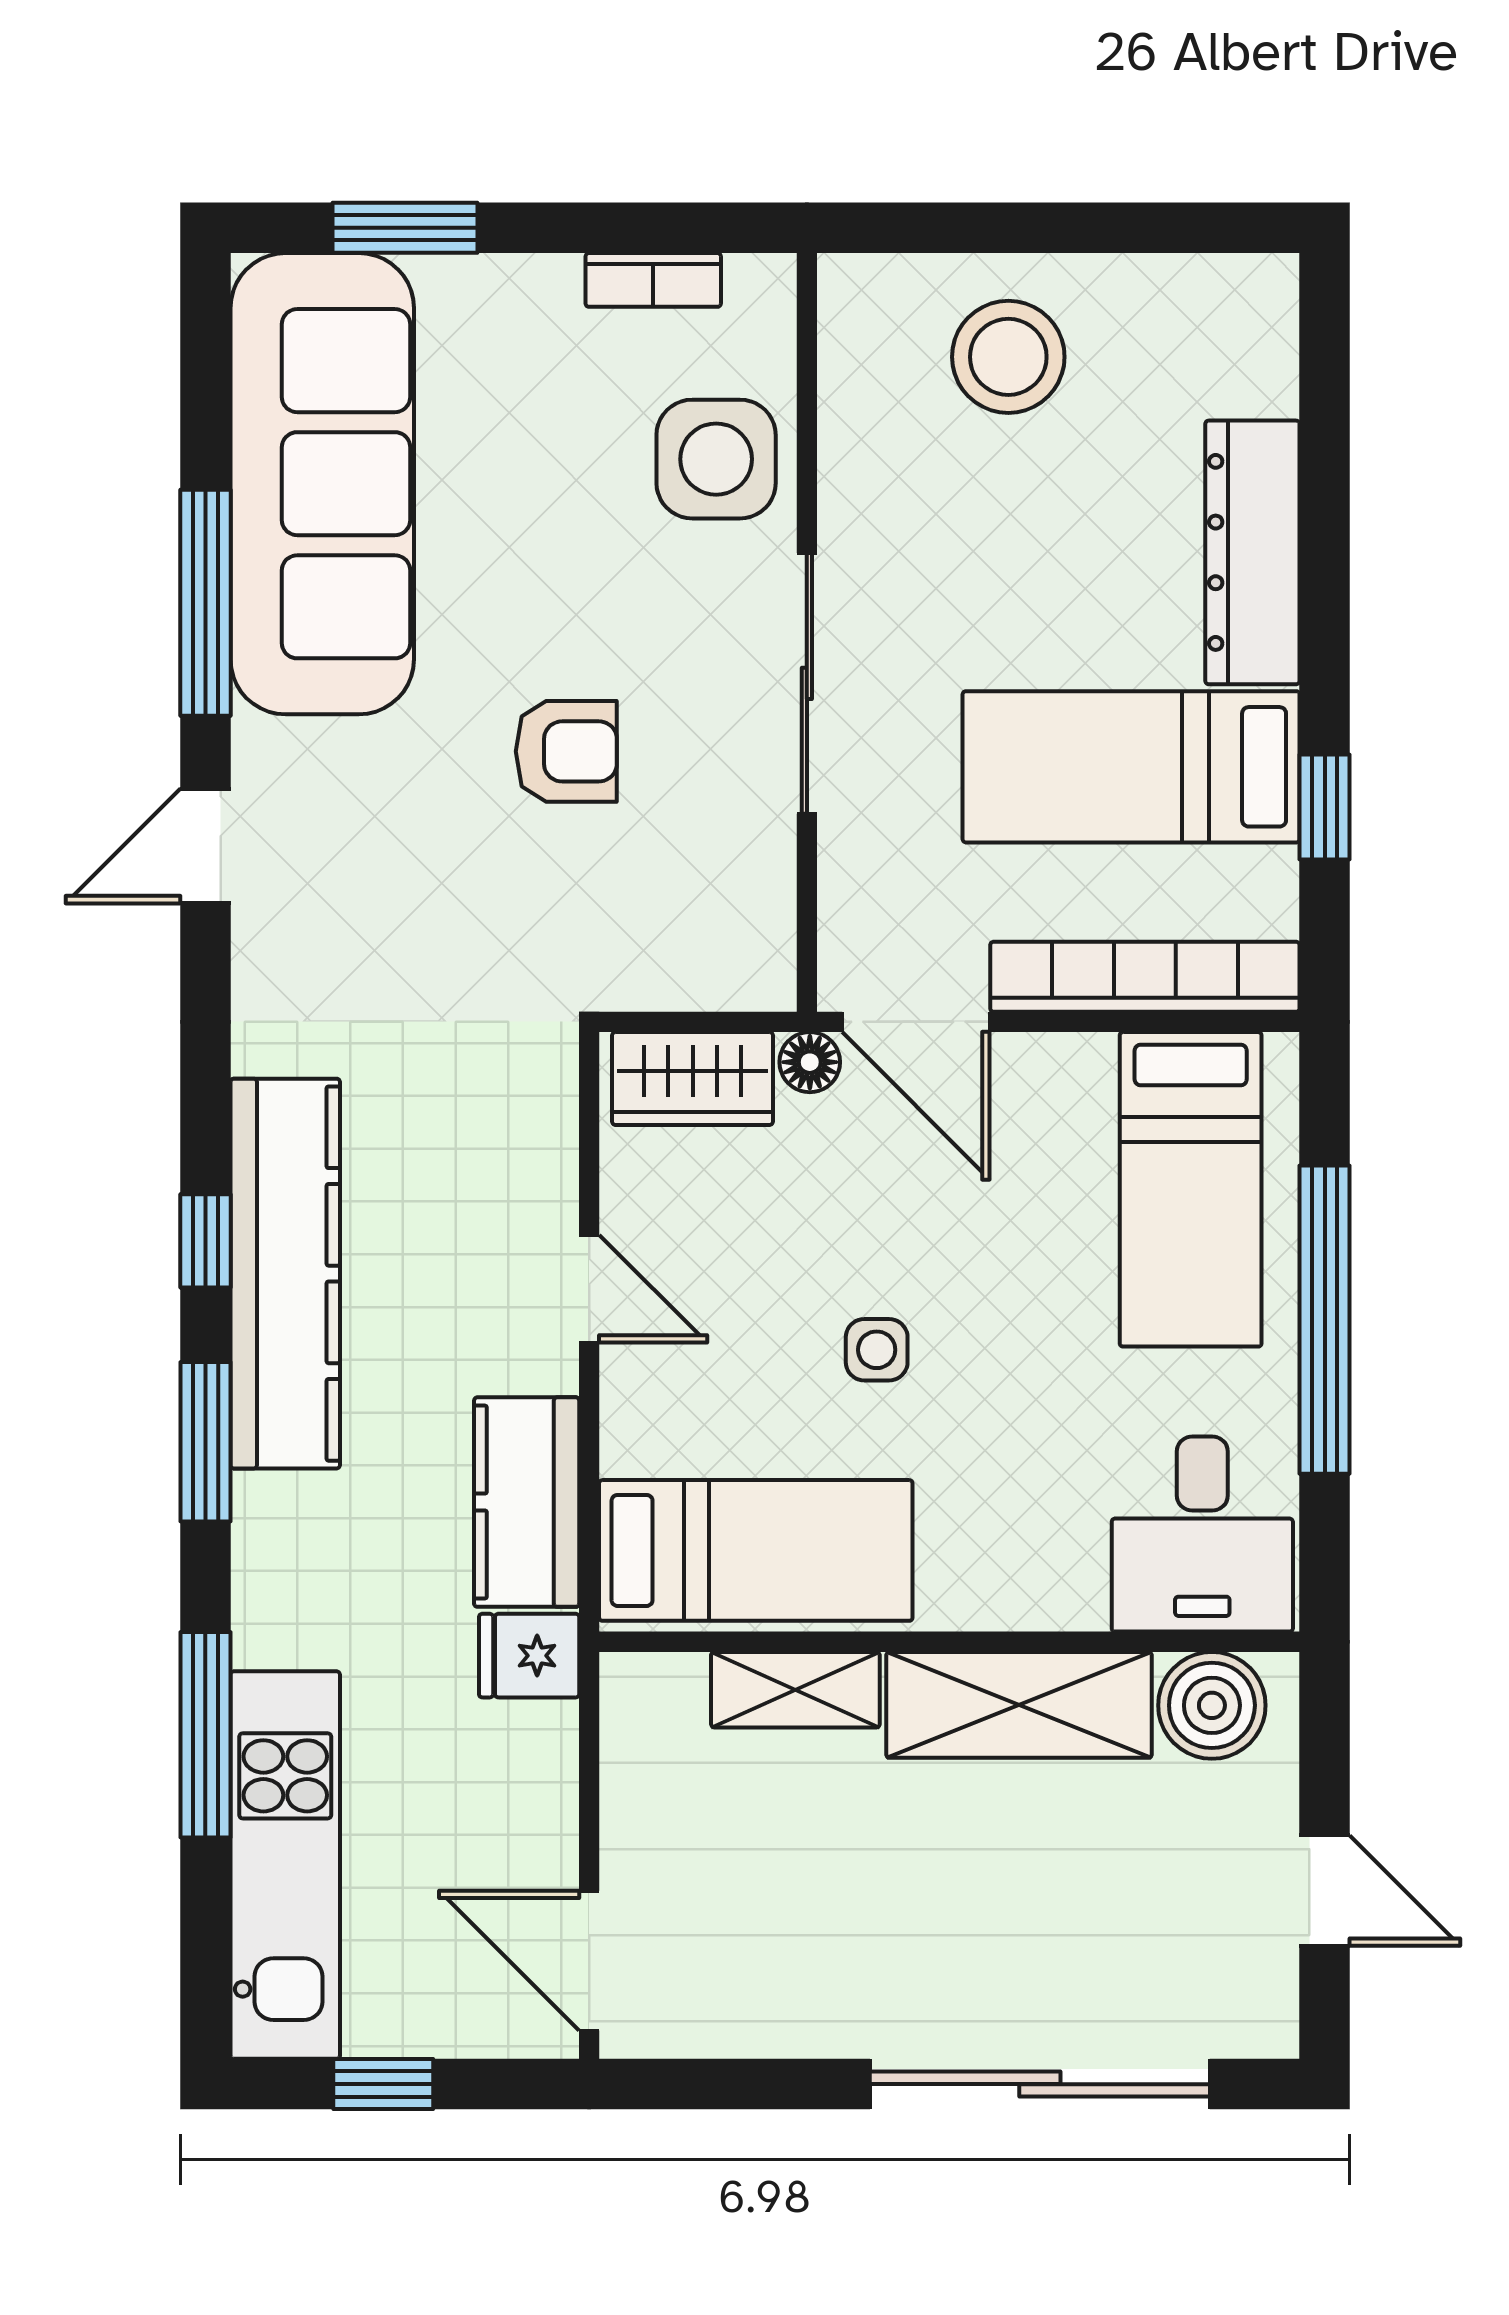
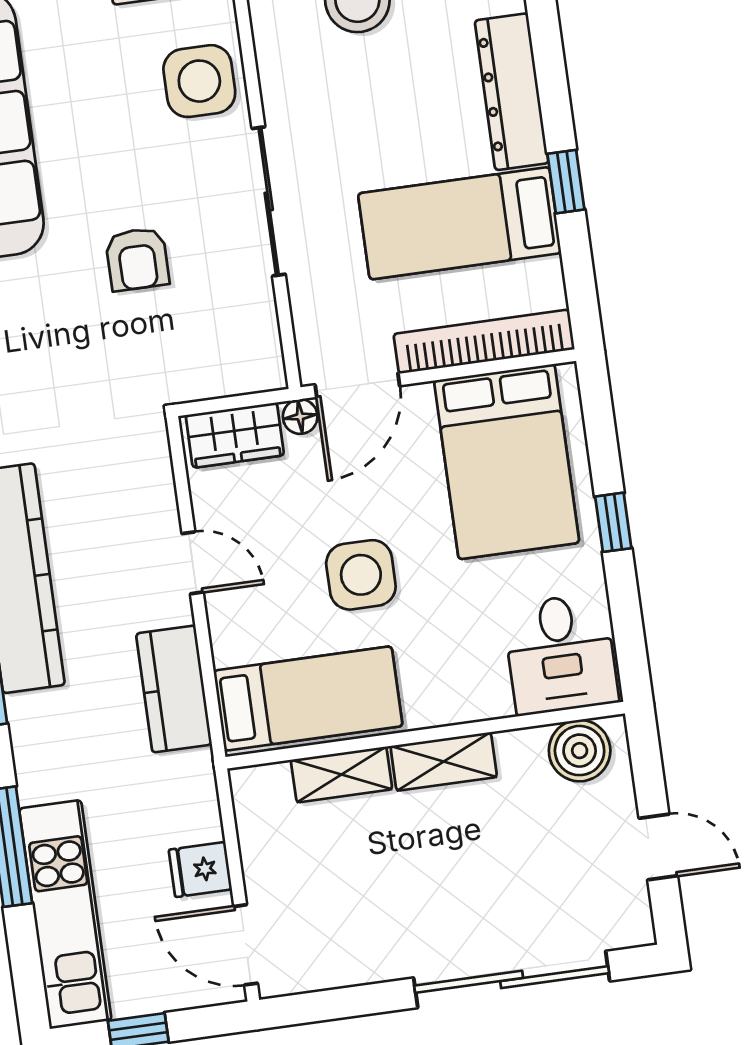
armchair: (566, 751) -> (137, 259), turned 90
window: (1325, 807) -> (566, 182), moved
door: (916, 1022) -> (357, 385), hinge flipped
bed: (1191, 1189) -> (507, 462), width x1.50
window: (1325, 1320) -> (613, 522), width x0.32
side table: (877, 1350) -> (361, 575), width x1.87, depth x1.87
fridge: (529, 1656) -> (200, 870), moved
shelving: (1019, 1705) -> (444, 761), width x0.67, depth x0.75

